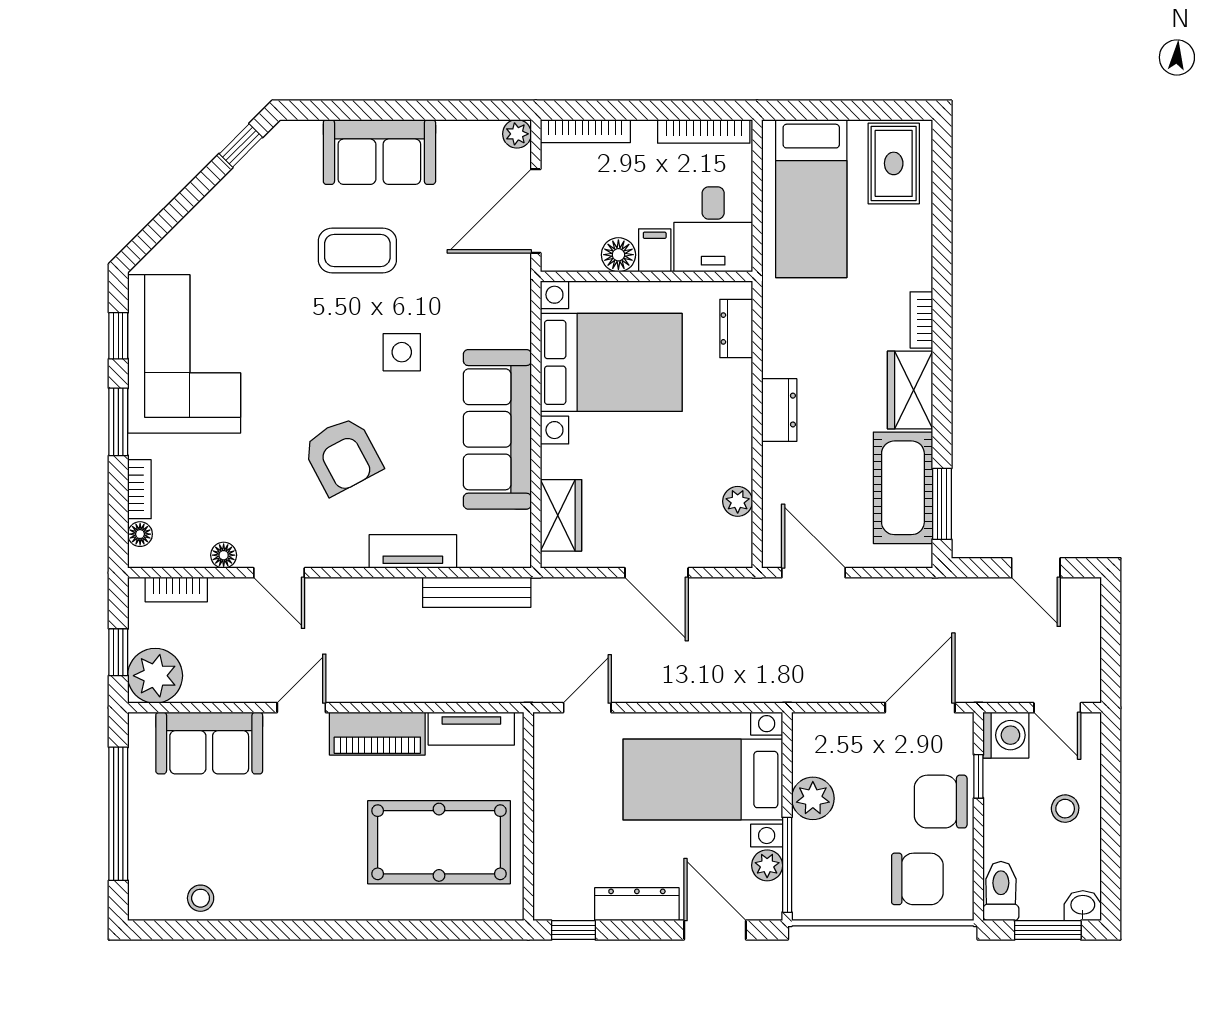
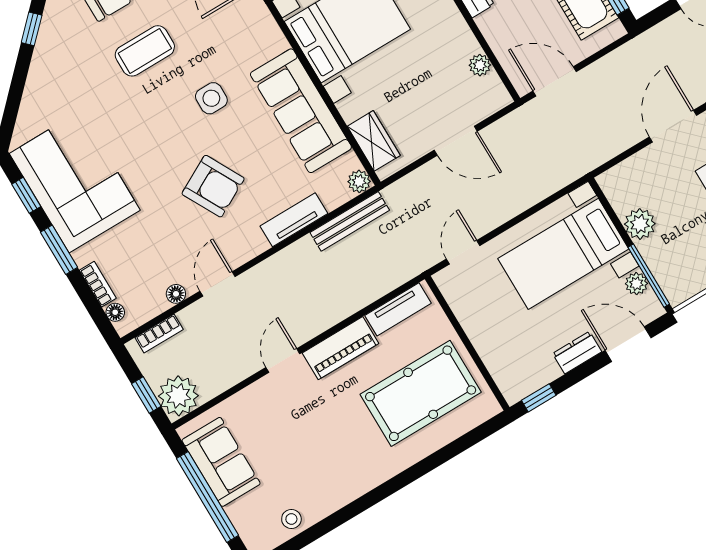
plant: (516, 552) -> (359, 181), added
door: (279, 573) -> (218, 284), swing flipped
sofa: (209, 743) -> (221, 462), moved, turned -90
dresser: (637, 904) -> (577, 353), width x0.70

